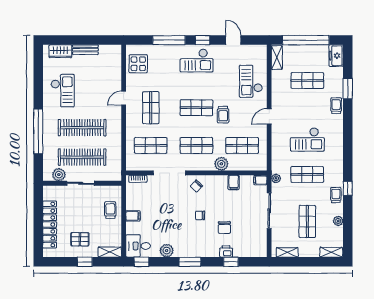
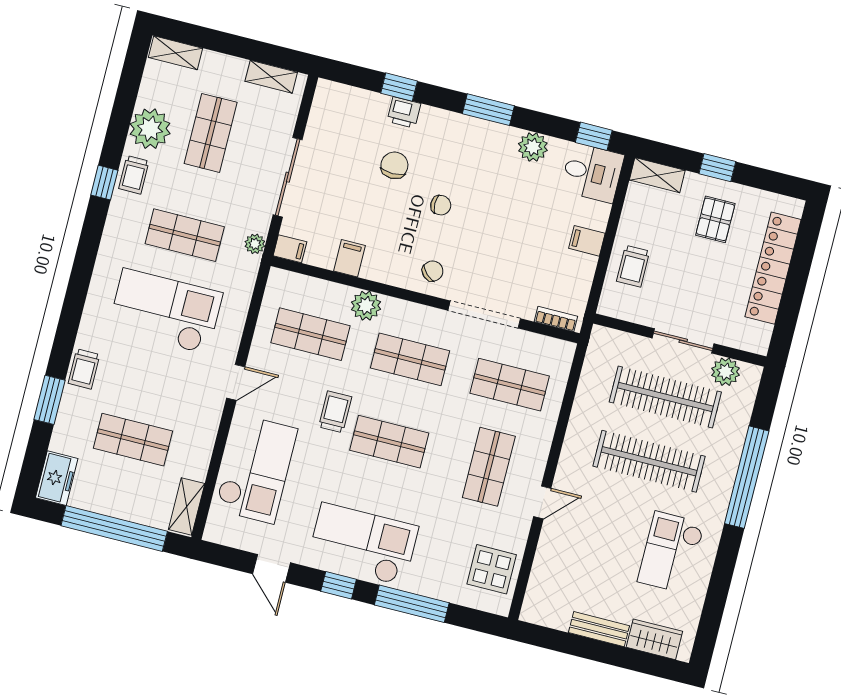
checkout: (197, 60) -> (363, 544), width x1.36, depth x1.21
checkout: (251, 81) -> (256, 469), width x1.36, depth x1.21
checkout: (307, 140) -> (165, 311), width x1.36, depth x1.21
plant: (338, 221) -> (150, 129), width x1.88, depth x1.88
pallet: (80, 239) -> (715, 219), turned 90

